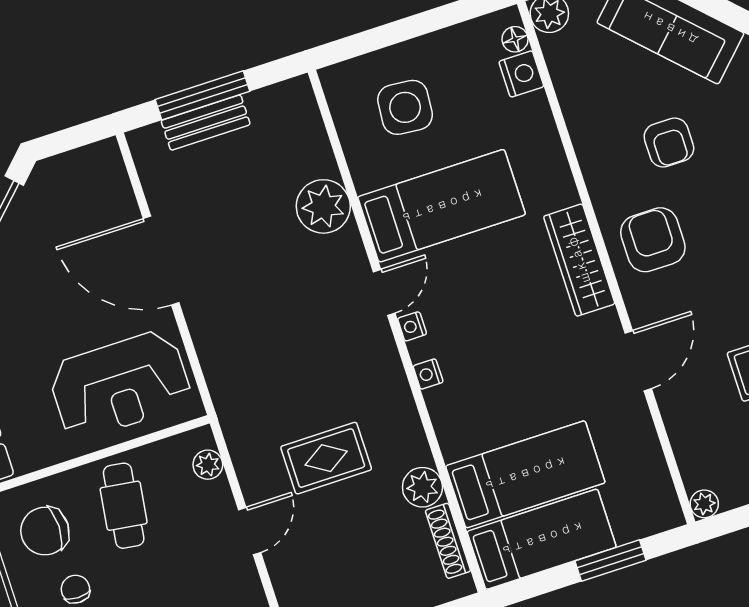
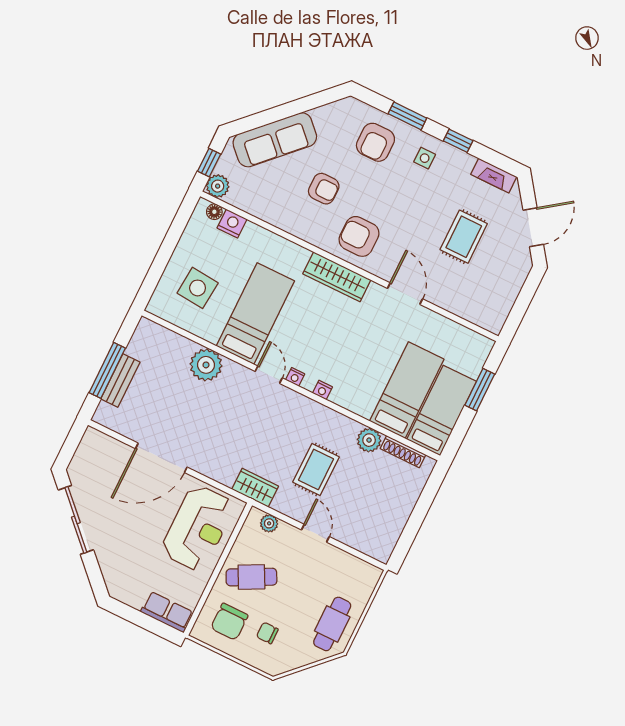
wardrobe: (234, 407) -> (255, 488), added
plant: (704, 504) -> (495, 325), removed
cafe table: (124, 506) -> (251, 577), turned -35

